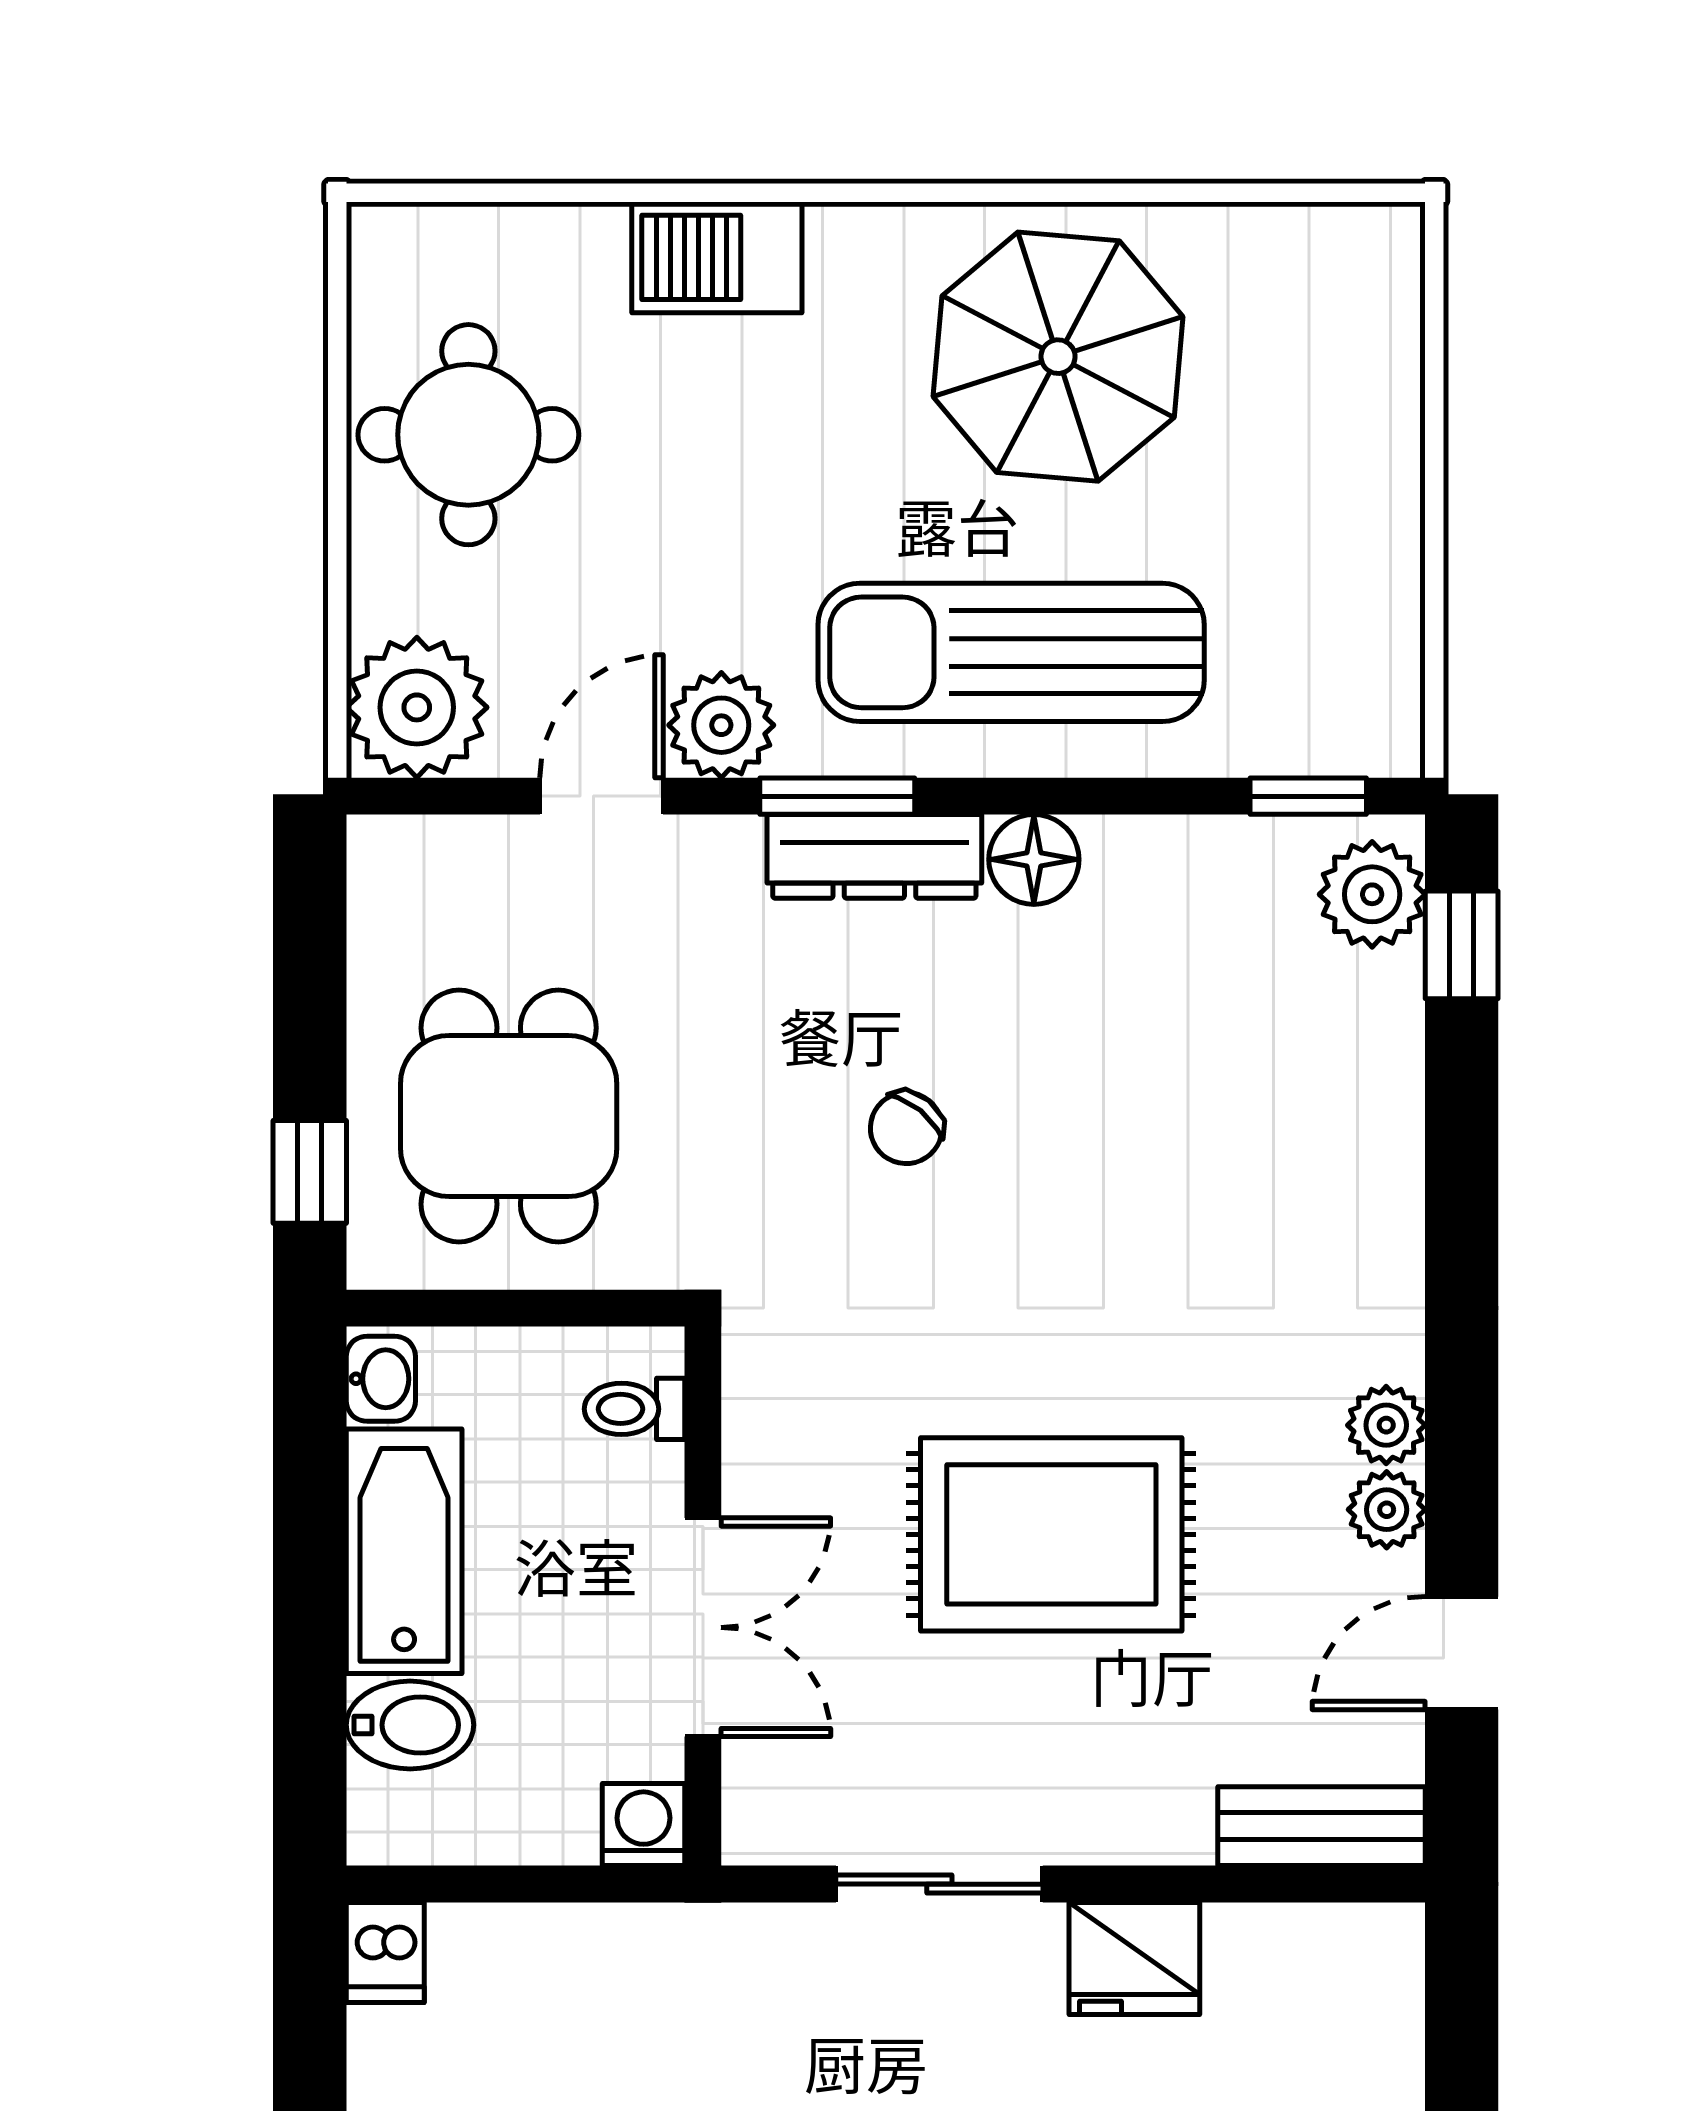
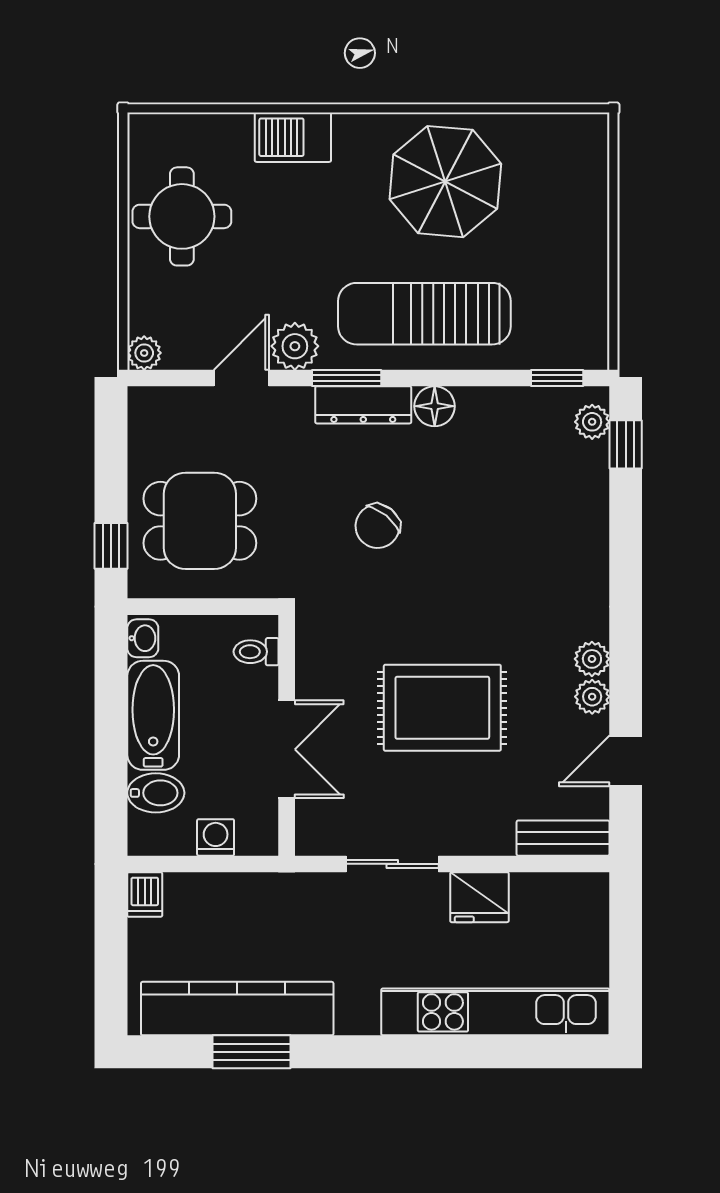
plant: (417, 707) -> (144, 353), width x0.53, depth x0.53
plant: (1372, 894) -> (592, 422), width x0.73, depth x0.73
dining table: (509, 1116) -> (200, 521), turned 90
chair: (906, 1128) -> (378, 526), width x1.37, depth x1.37
washing machine: (644, 1825) -> (216, 837), moved

